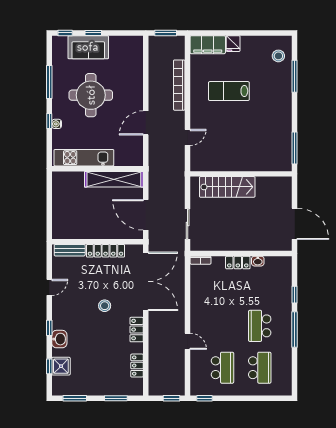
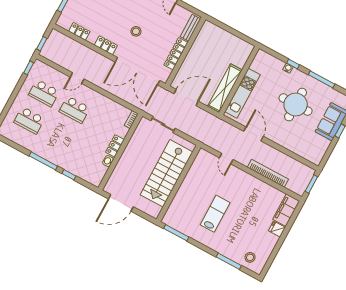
lab bench: (229, 91) -> (215, 214), moved
kitchen unit: (84, 158) -> (243, 93), moved
stairs: (227, 187) -> (167, 173), width x1.36, depth x1.51
school desk: (260, 326) -> (75, 110), moved, turned 180

